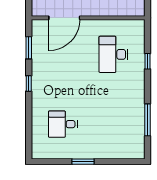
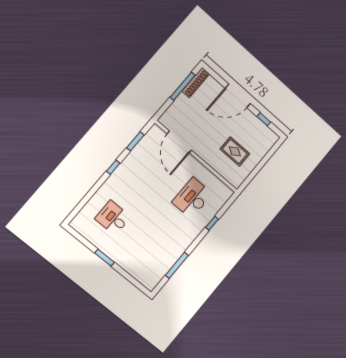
door: (64, 18) -> (179, 142), hinge flipped

